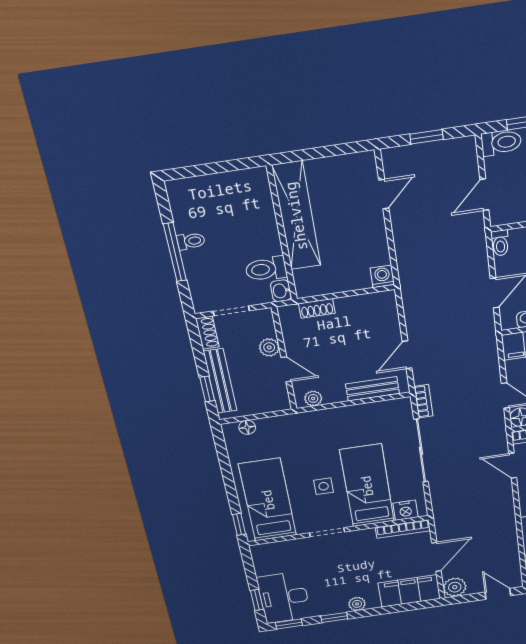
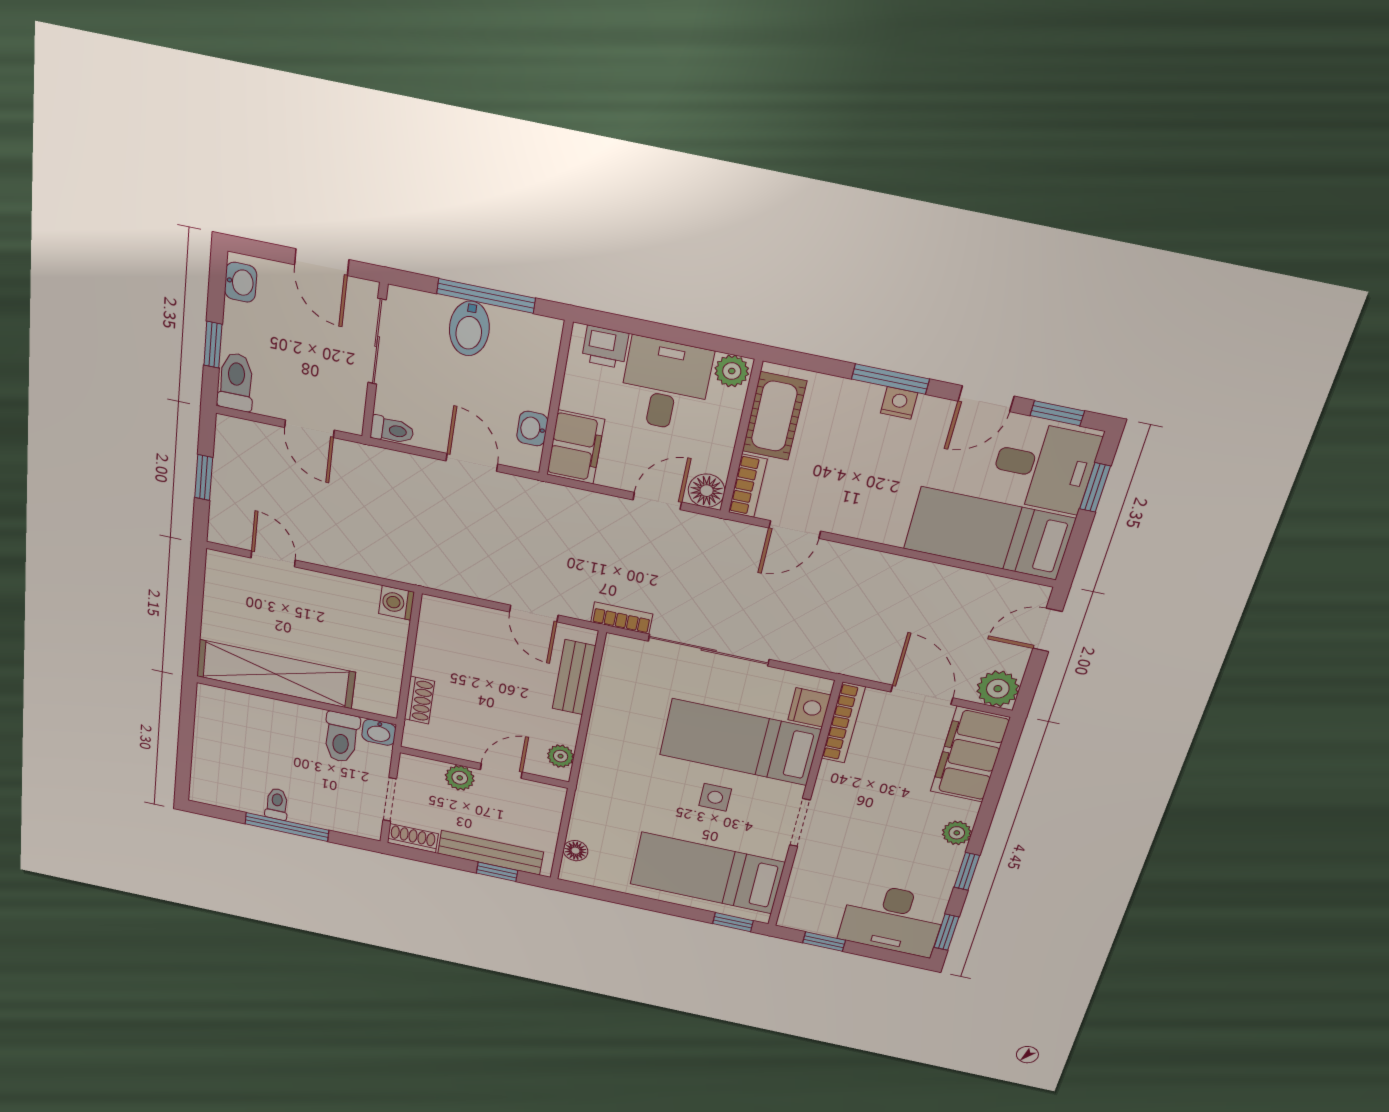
window: (257, 600) -> (824, 942), moved

